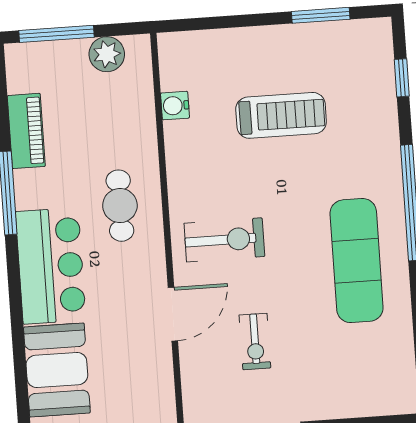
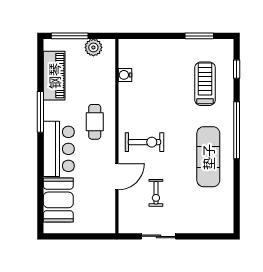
treadmill: (281, 115) -> (205, 84), moved, turned -90
piano: (26, 131) -> (54, 76), width x1.37, depth x1.33

